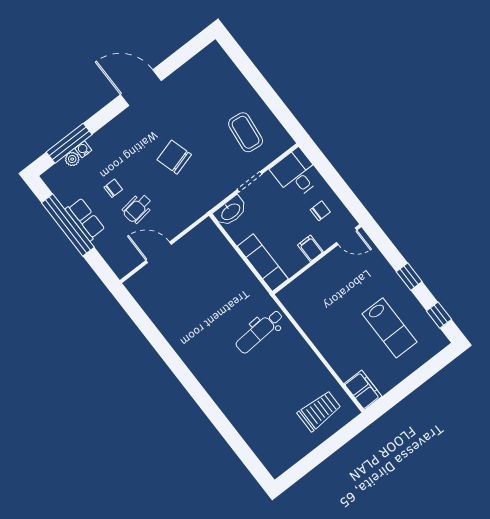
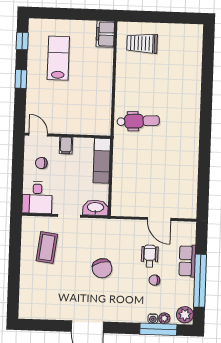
plant: (55, 179) -> (185, 315), added
wheelchair: (138, 208) -> (150, 256), turned -82
row of seats: (85, 219) -> (187, 261), moved

